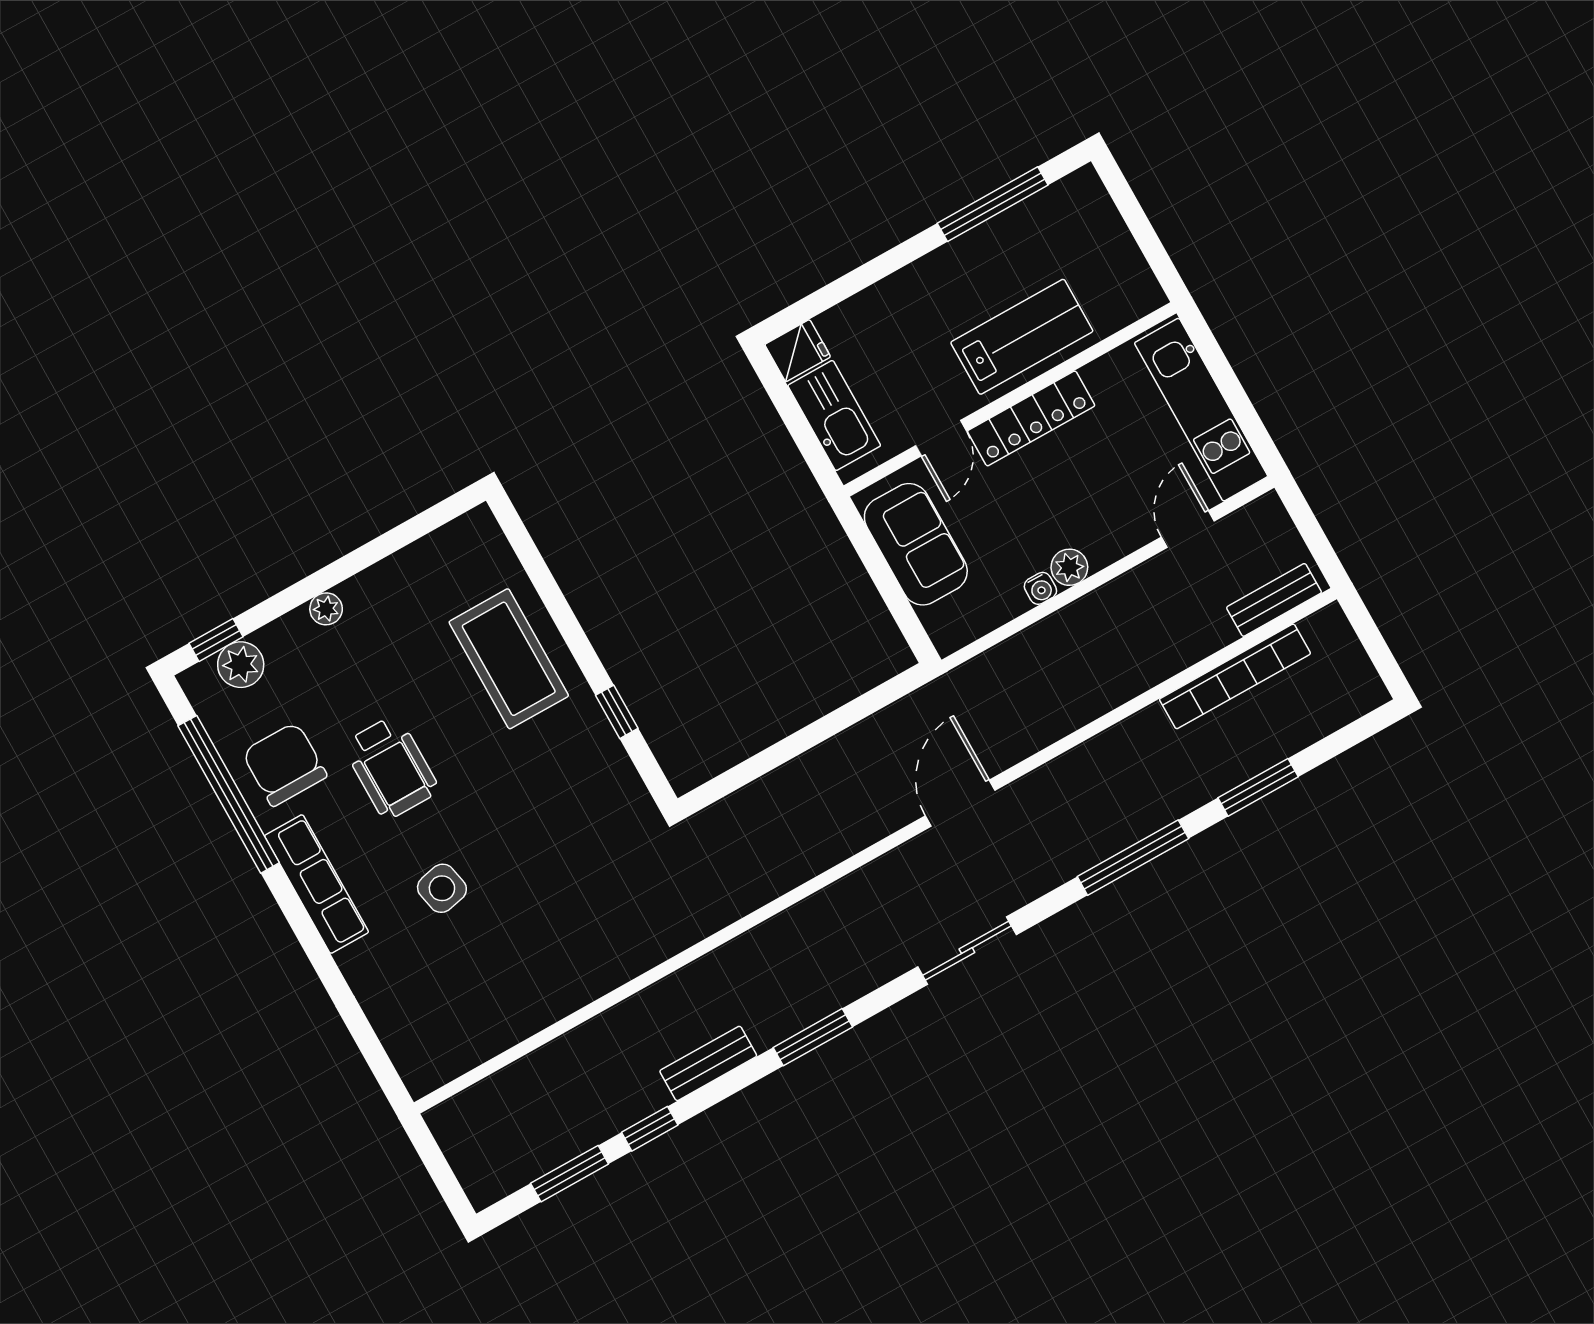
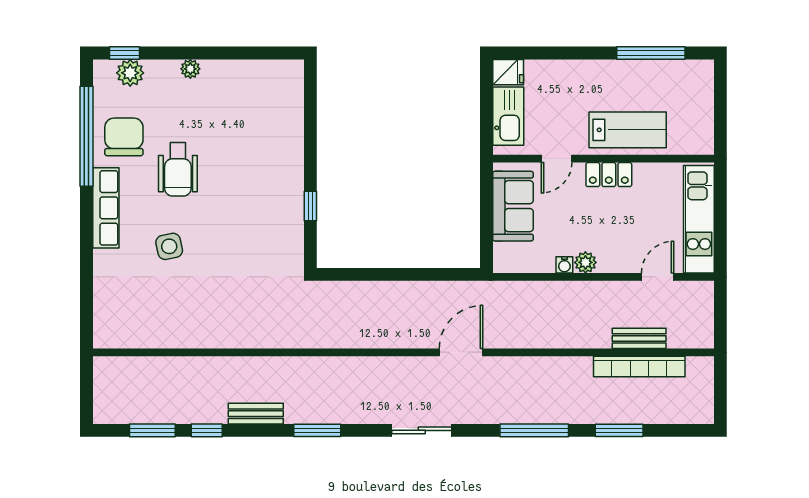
locker: (1031, 418) -> (609, 175), width x0.66
bench: (1274, 600) -> (639, 338), moved
coffee table: (509, 659) -> (270, 147), removed

